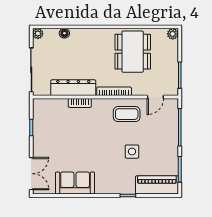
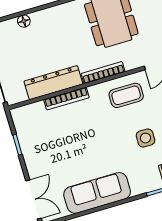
bookcase: (80, 103) -> (66, 99), width x1.56
sofa: (75, 183) -> (97, 193), width x1.36

